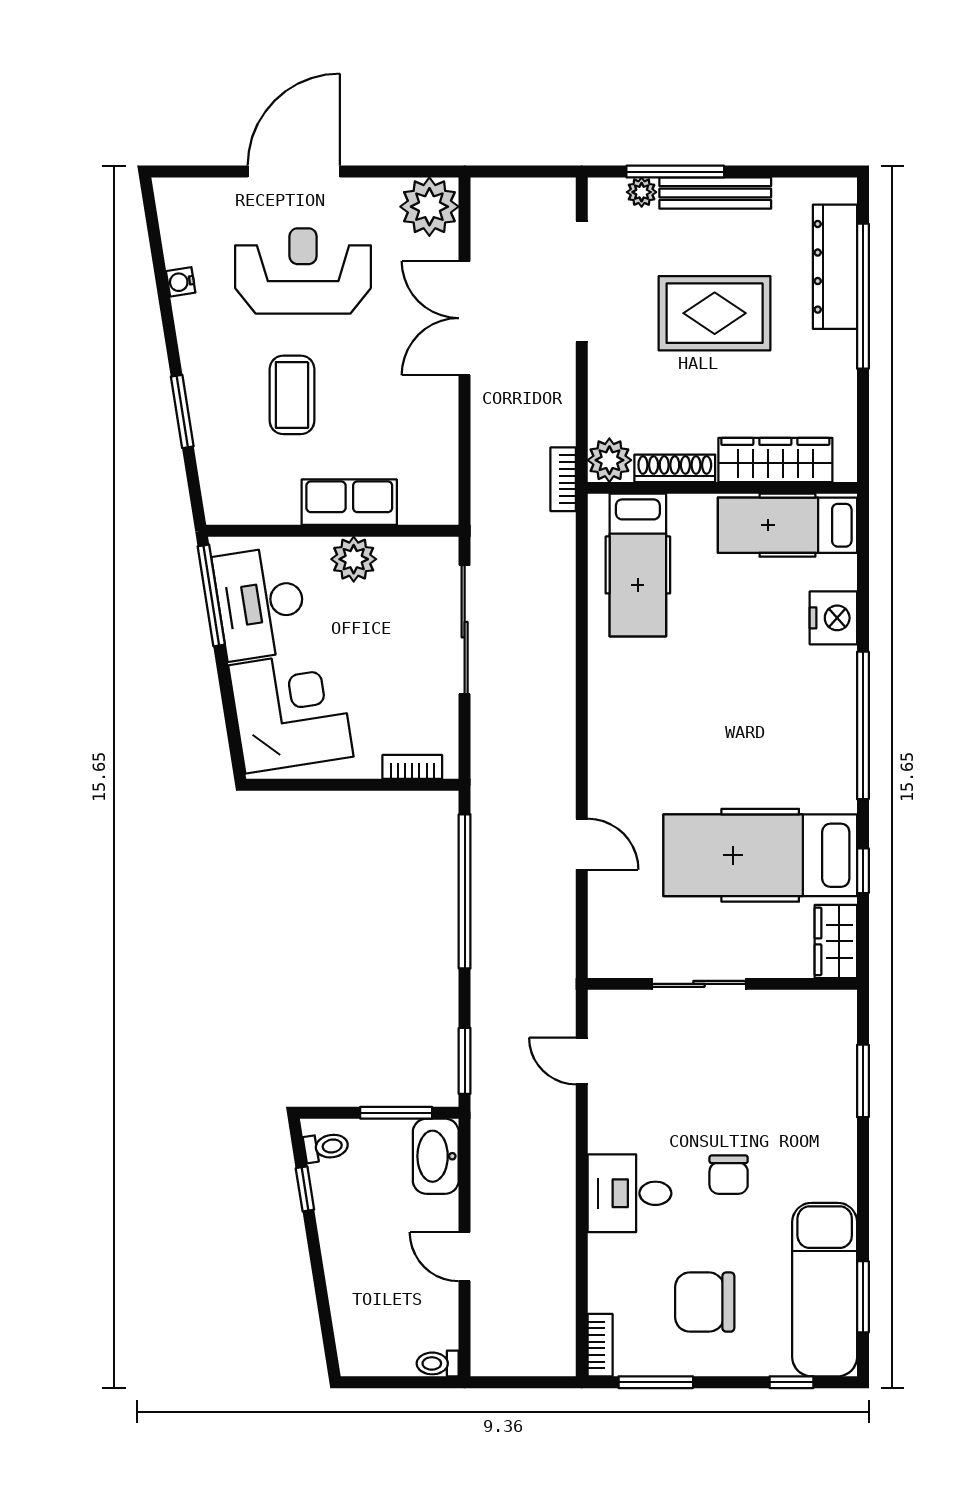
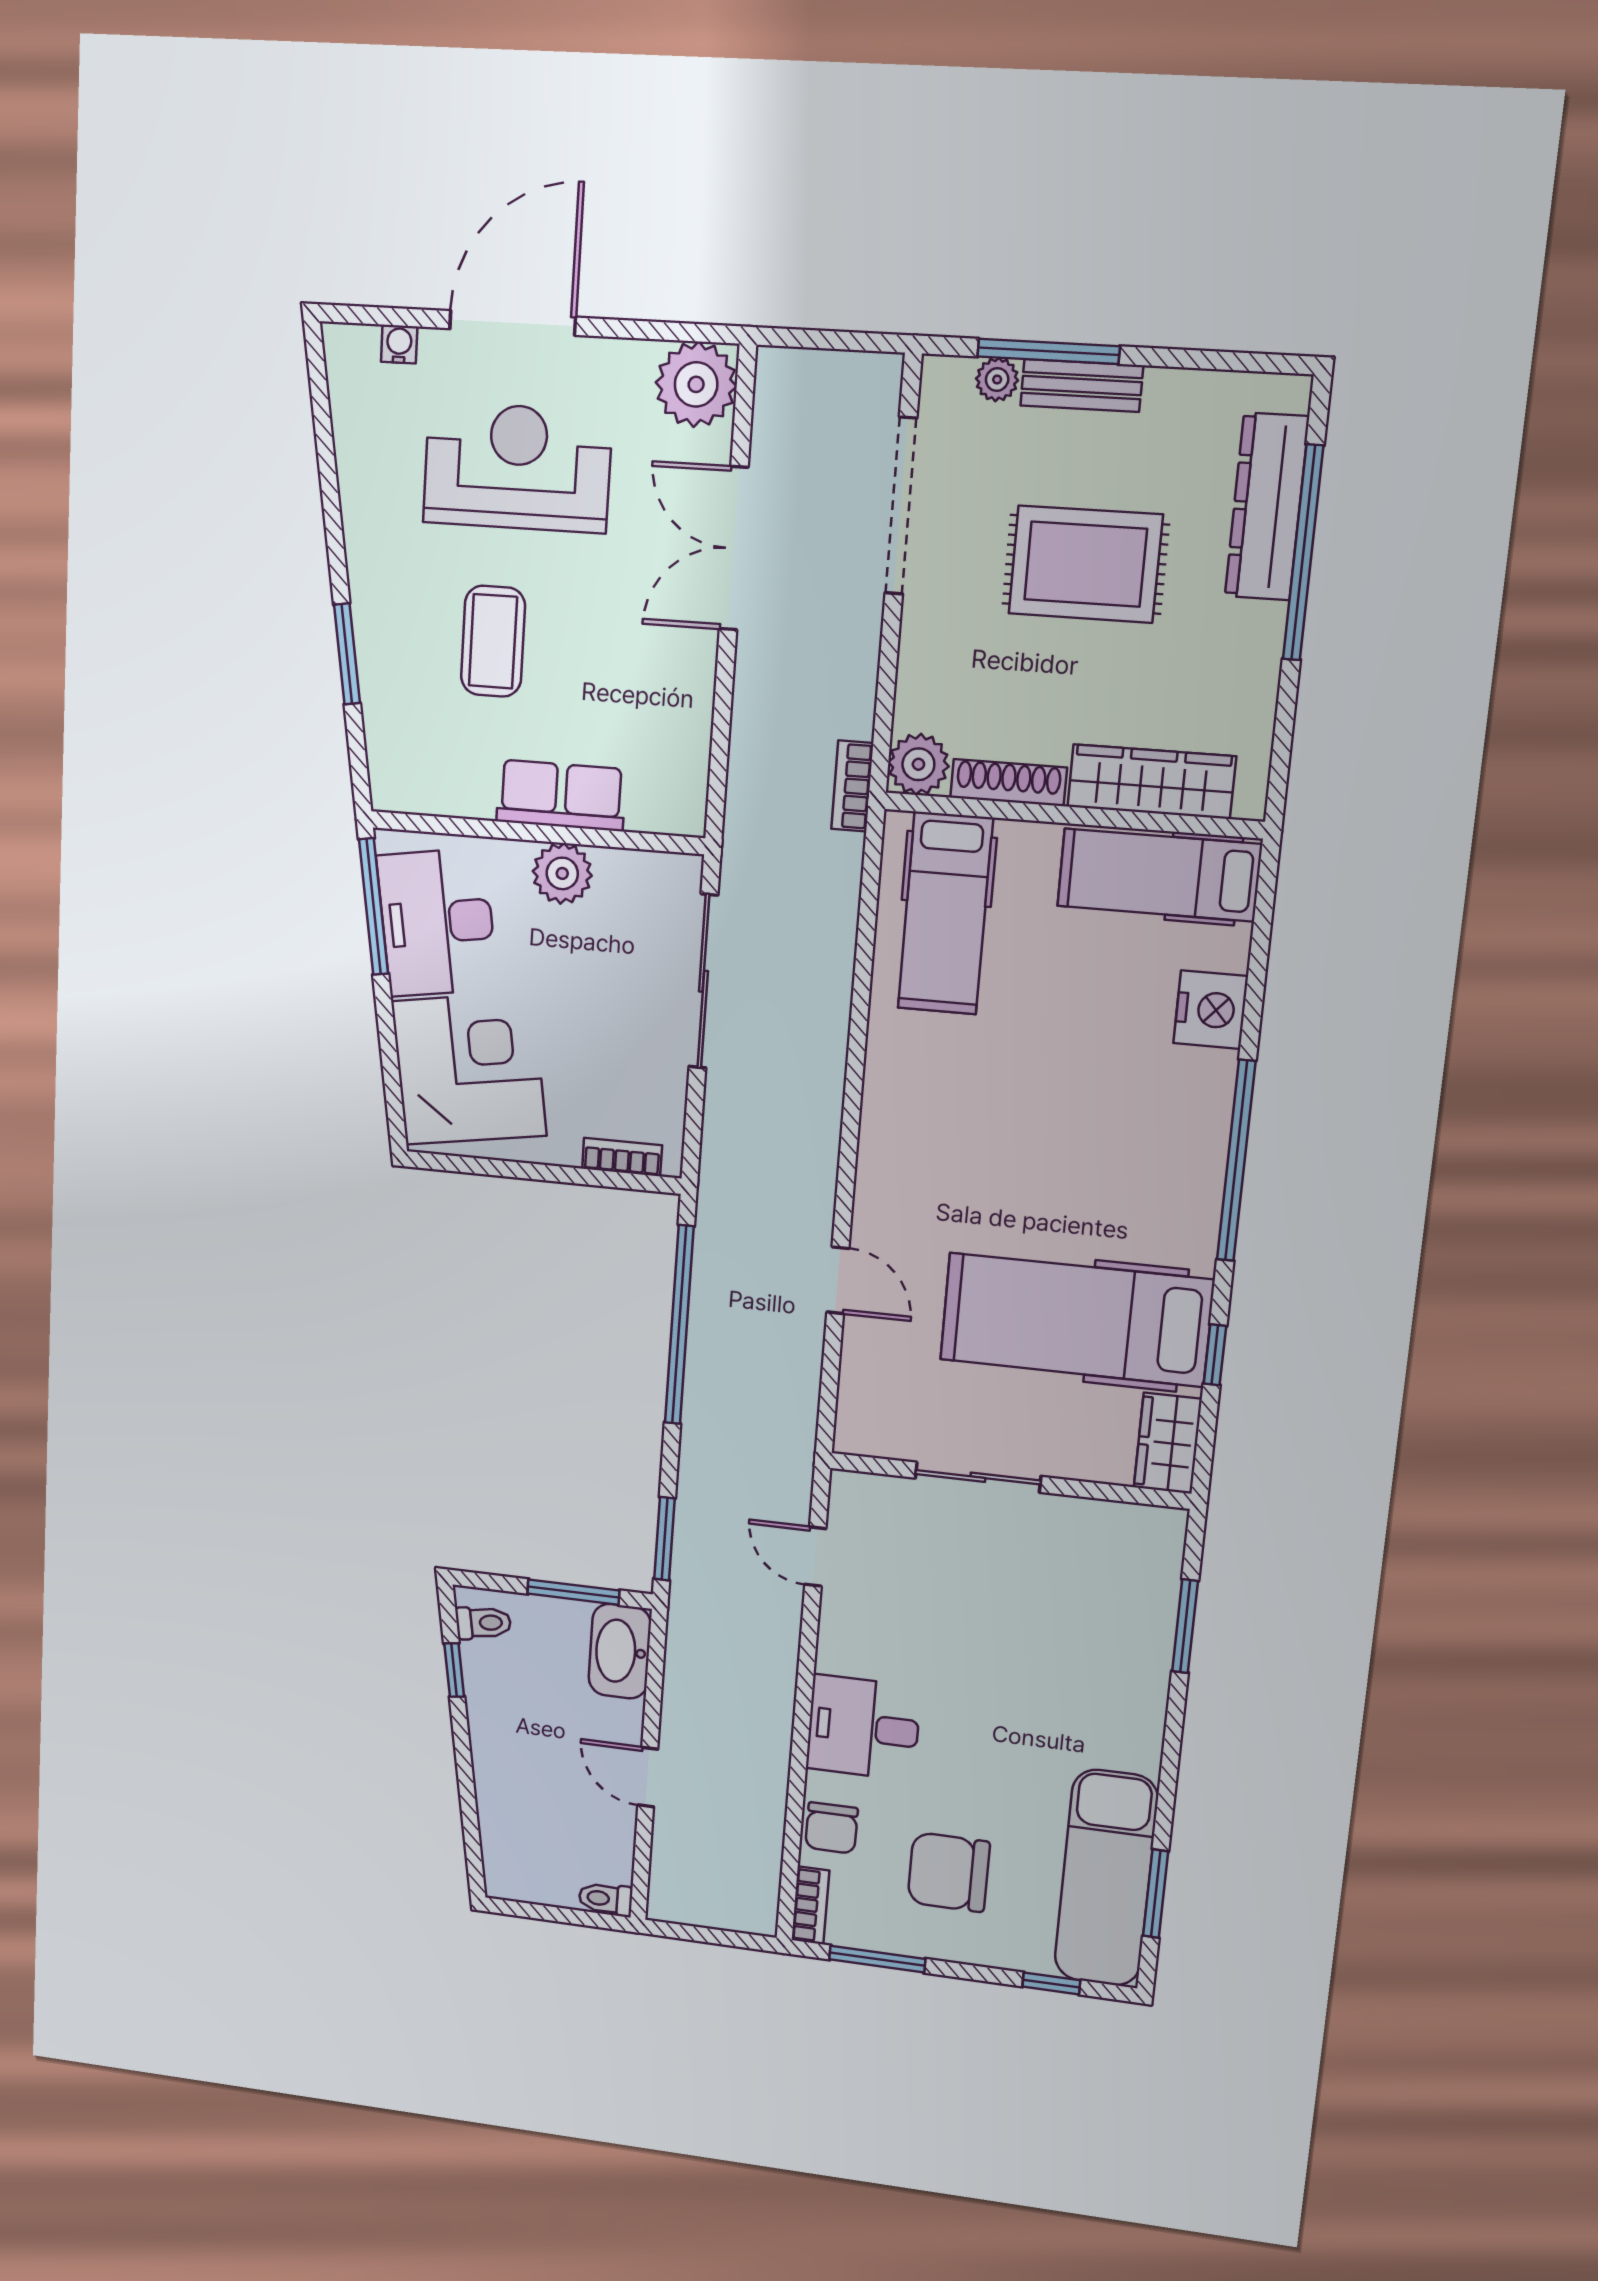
bench: (715, 193) -> (1082, 386), width x0.73
water cooler: (181, 282) -> (399, 344), moved, turned 99
chair: (729, 1175) -> (832, 1828), moved

